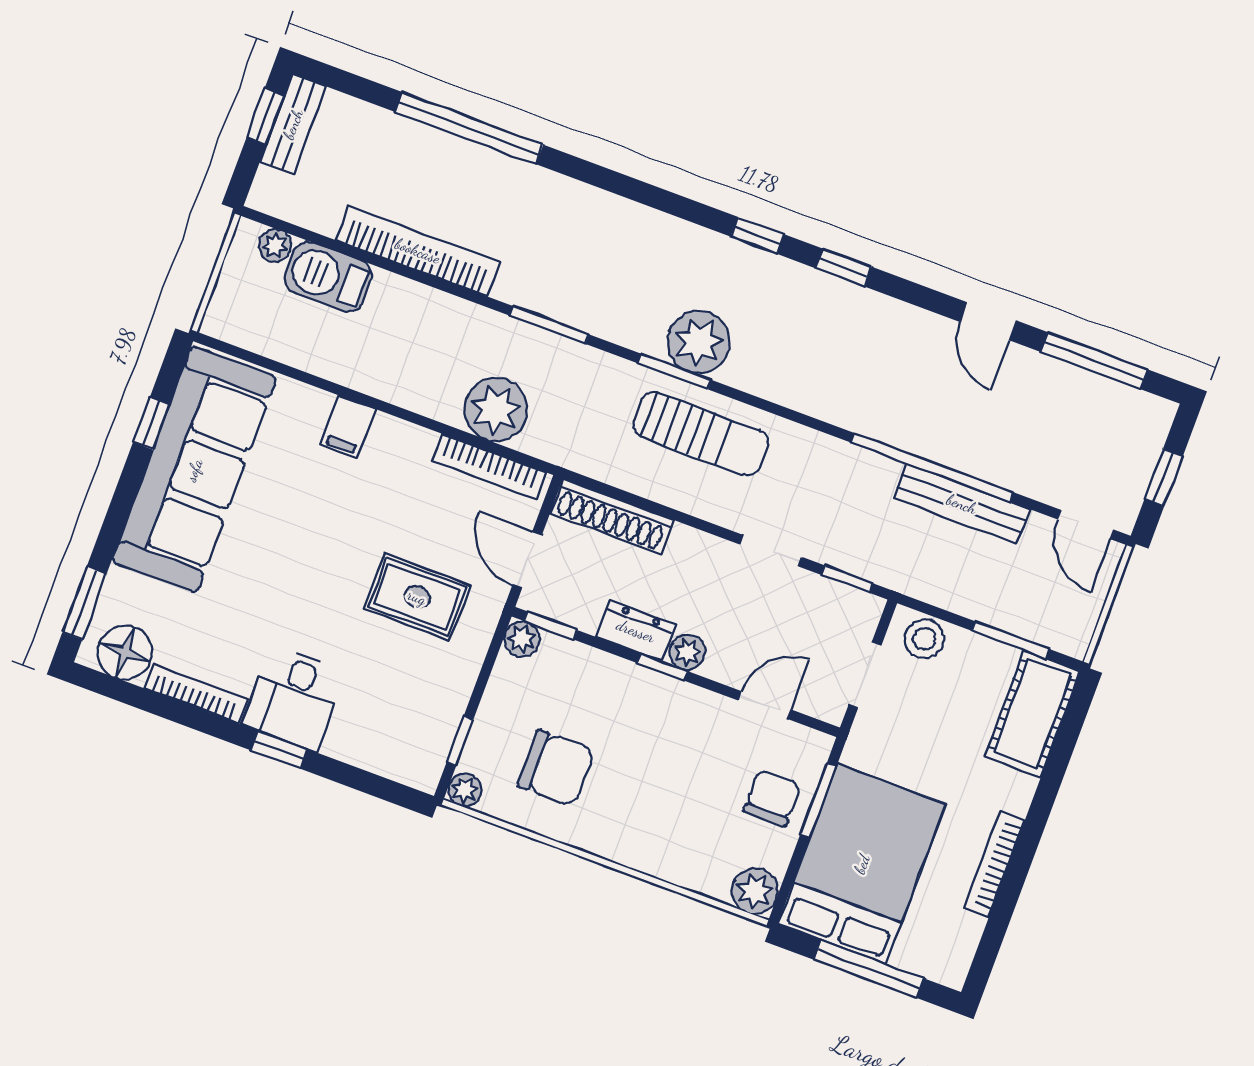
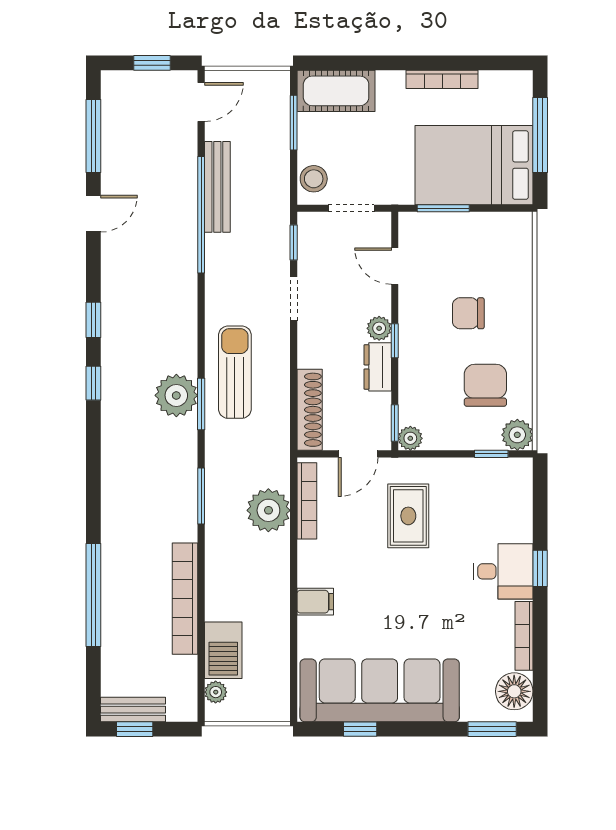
plant: (465, 790) -> (517, 435), width x1.38, depth x1.38
chair: (772, 798) -> (468, 313), moved
plant: (755, 891) -> (517, 227), removed

